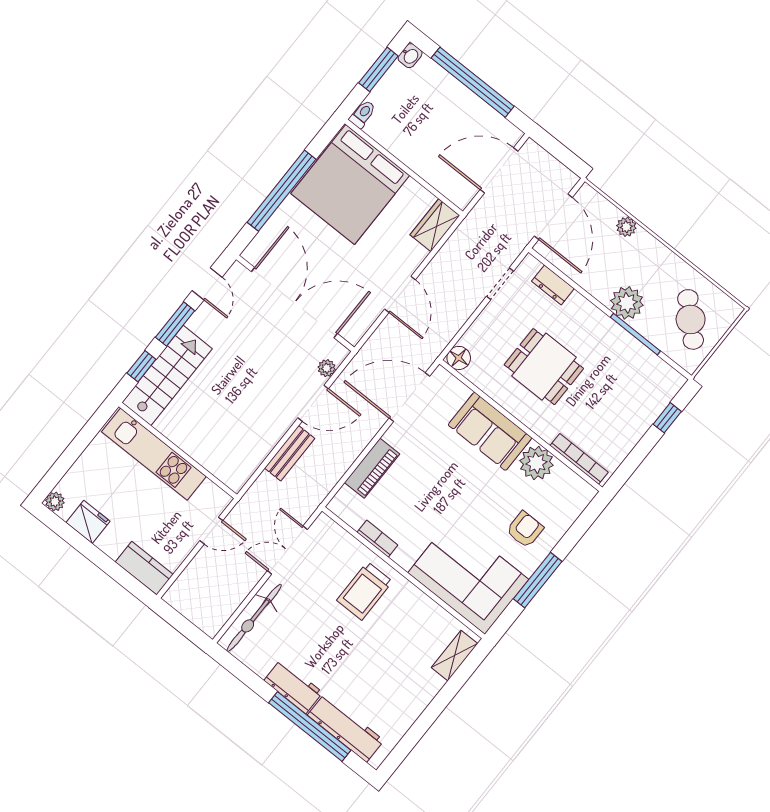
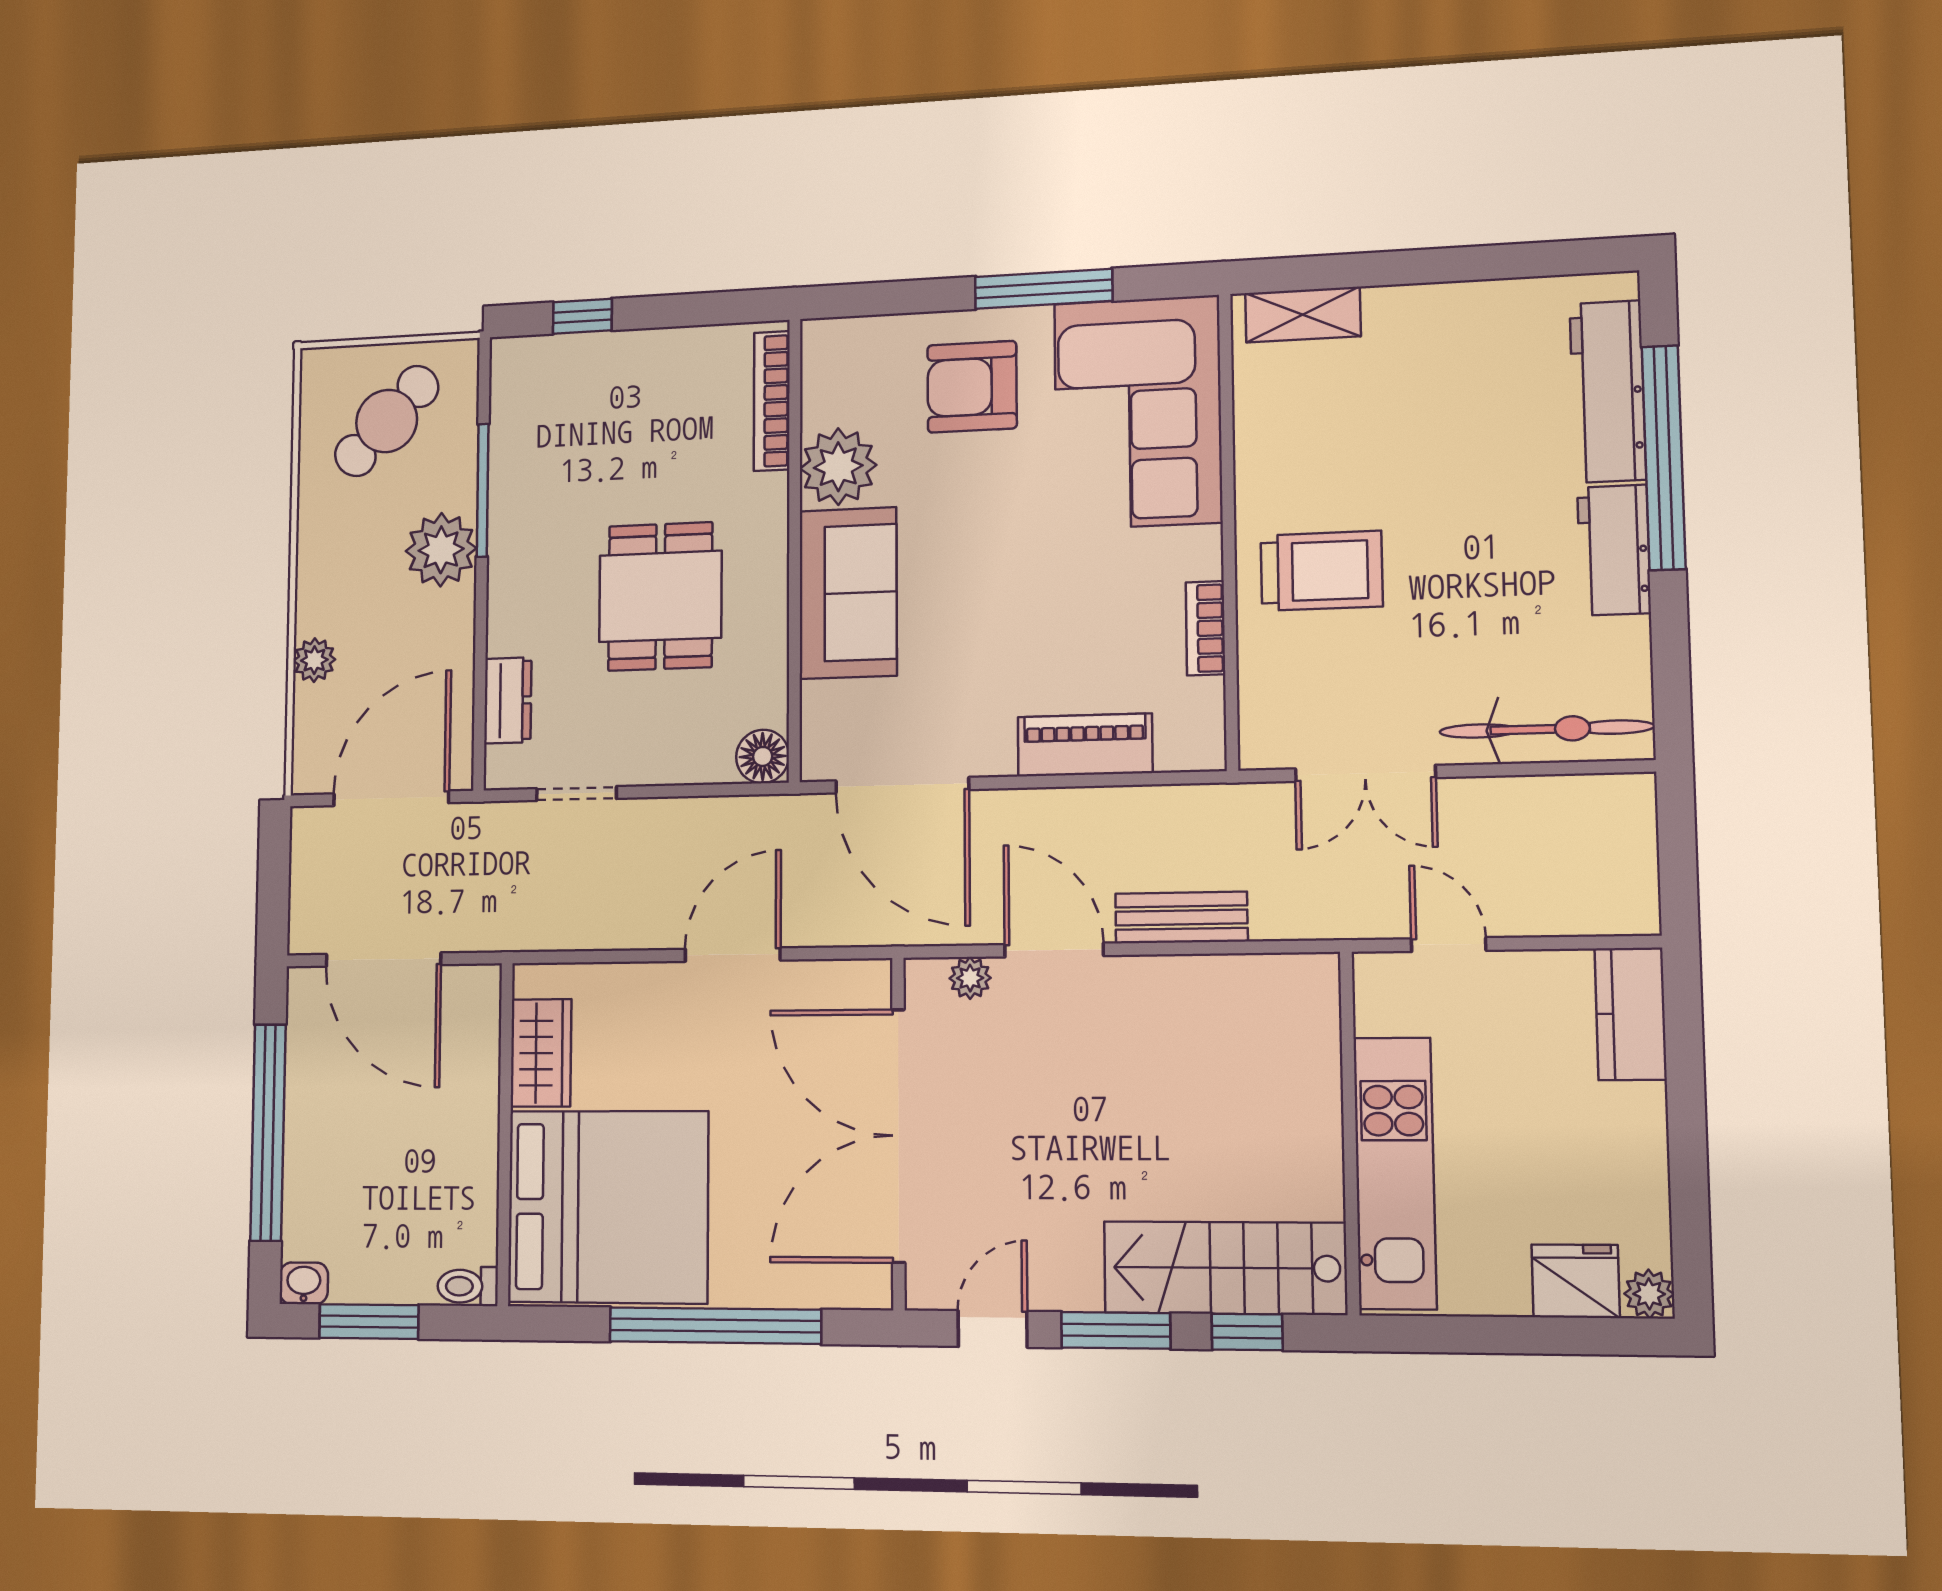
wardrobe: (435, 225) -> (541, 1053), moved, turned -90
fridge: (88, 522) -> (1576, 1281), moved, turned 90
armchair: (525, 529) -> (972, 387), width x1.38, depth x1.38

